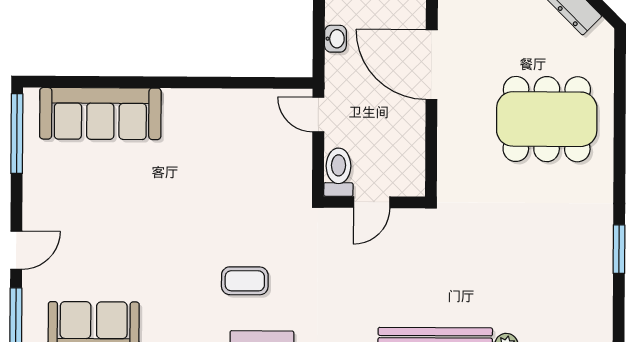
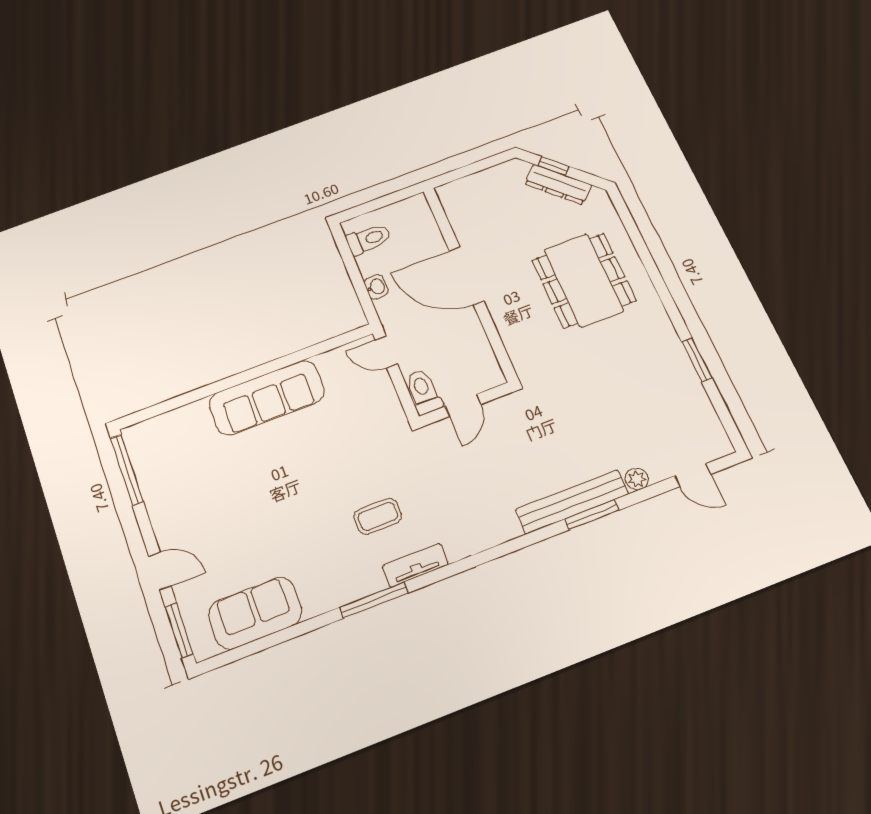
sofa: (100, 114) -> (267, 398), moved
dining table: (547, 119) -> (584, 280), turned 90
door: (16, 250) -> (160, 571), hinge flipped

